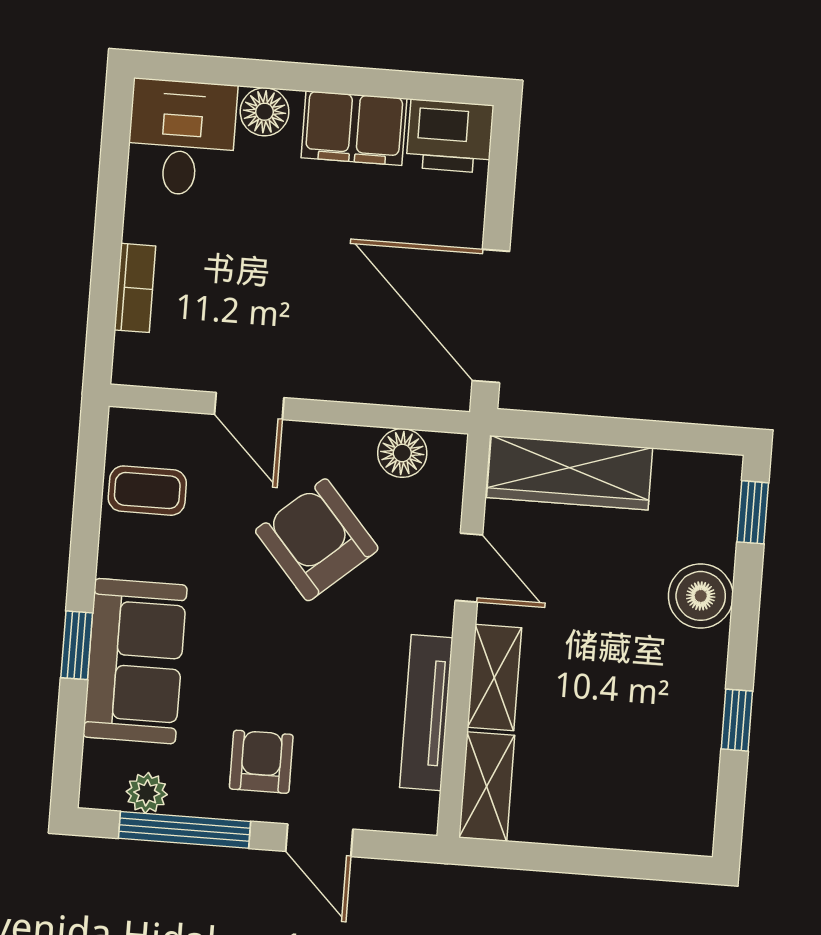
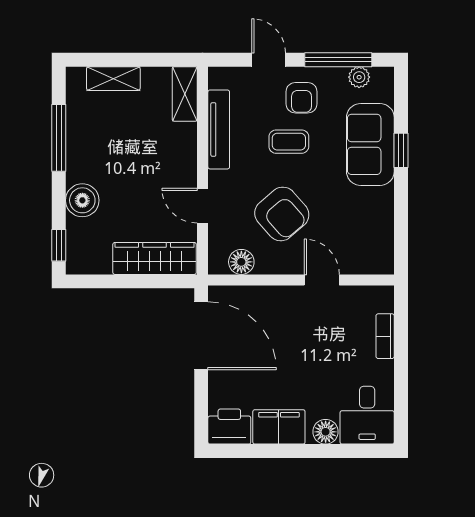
coffee table: (147, 491) -> (289, 142), moved
shelving: (494, 678) -> (113, 79), moved, turned 90
window: (737, 720) -> (59, 138), width x2.17

